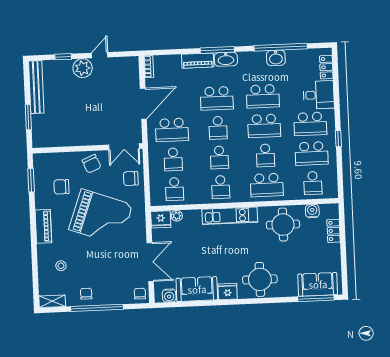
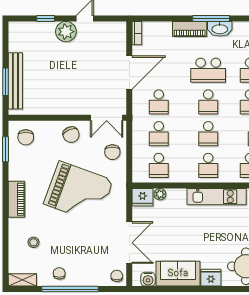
bench: (36, 87) -> (15, 81), moved
school desk: (172, 130) -> (159, 102), width x0.54
chair: (131, 178) -> (112, 152), turned -90
chair: (61, 187) -> (26, 137), moved, turned -90

